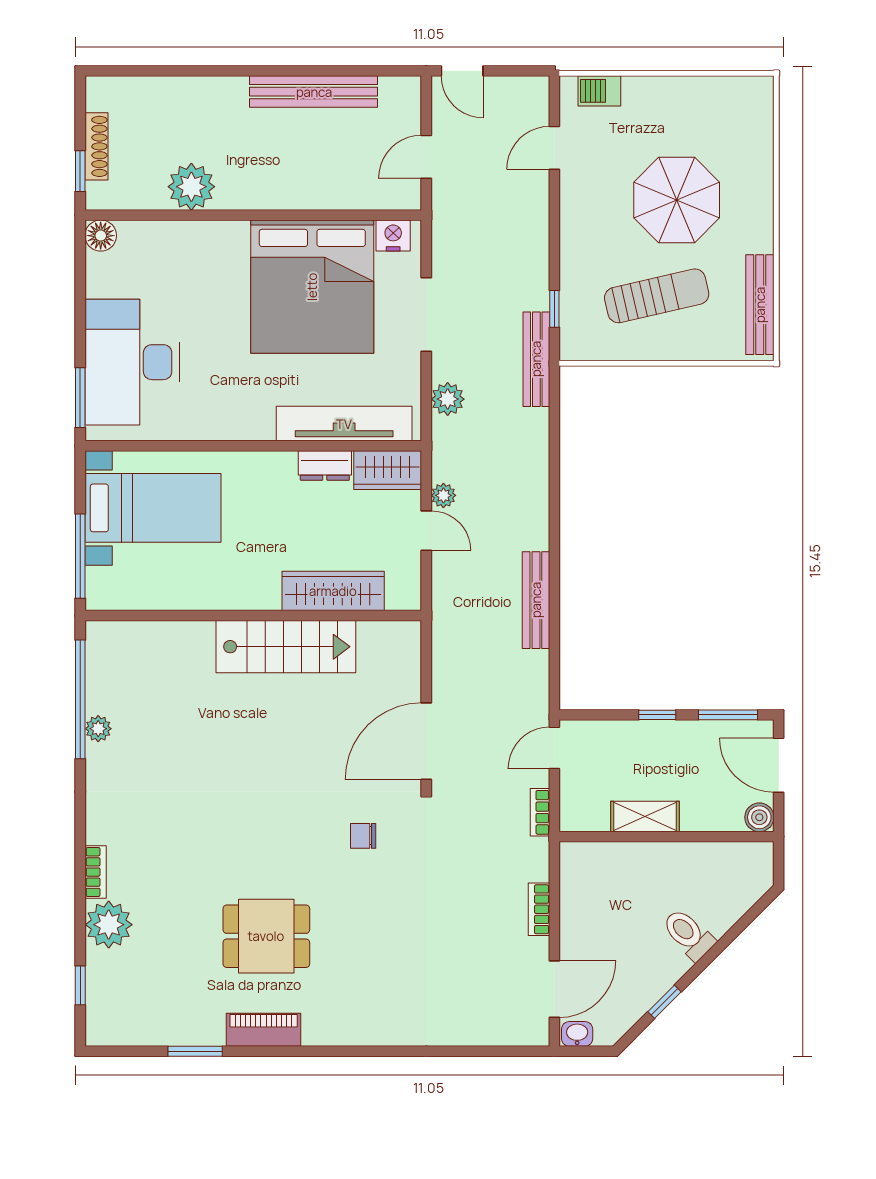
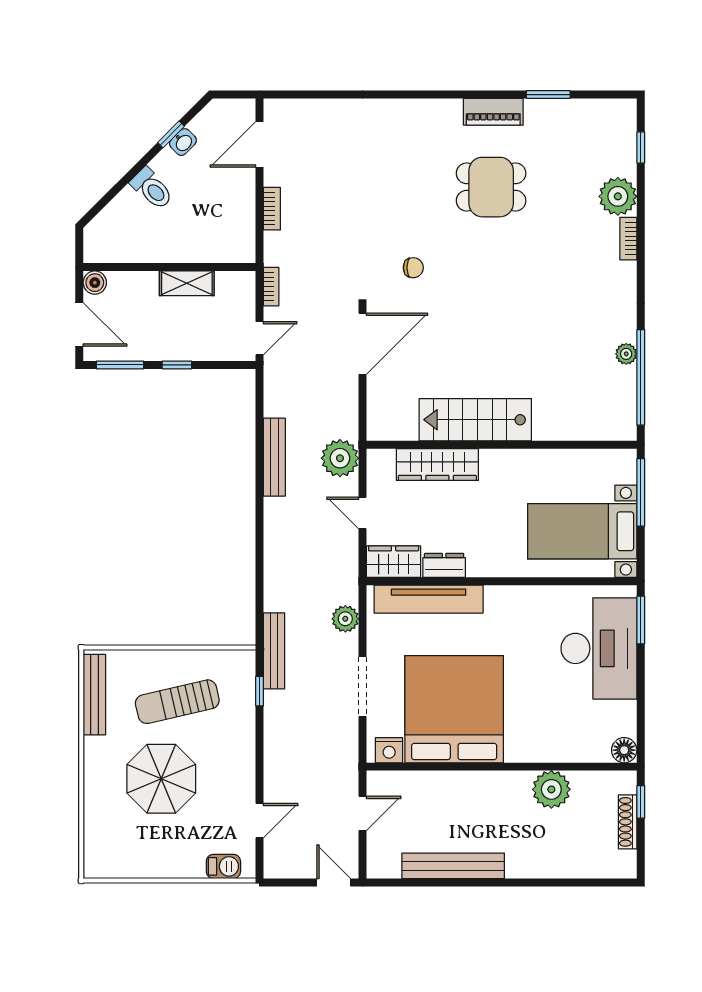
plant: (443, 495) -> (340, 458), moved, width x1.88, depth x1.88
washbasin: (577, 1034) -> (183, 142), moved, turned -45

